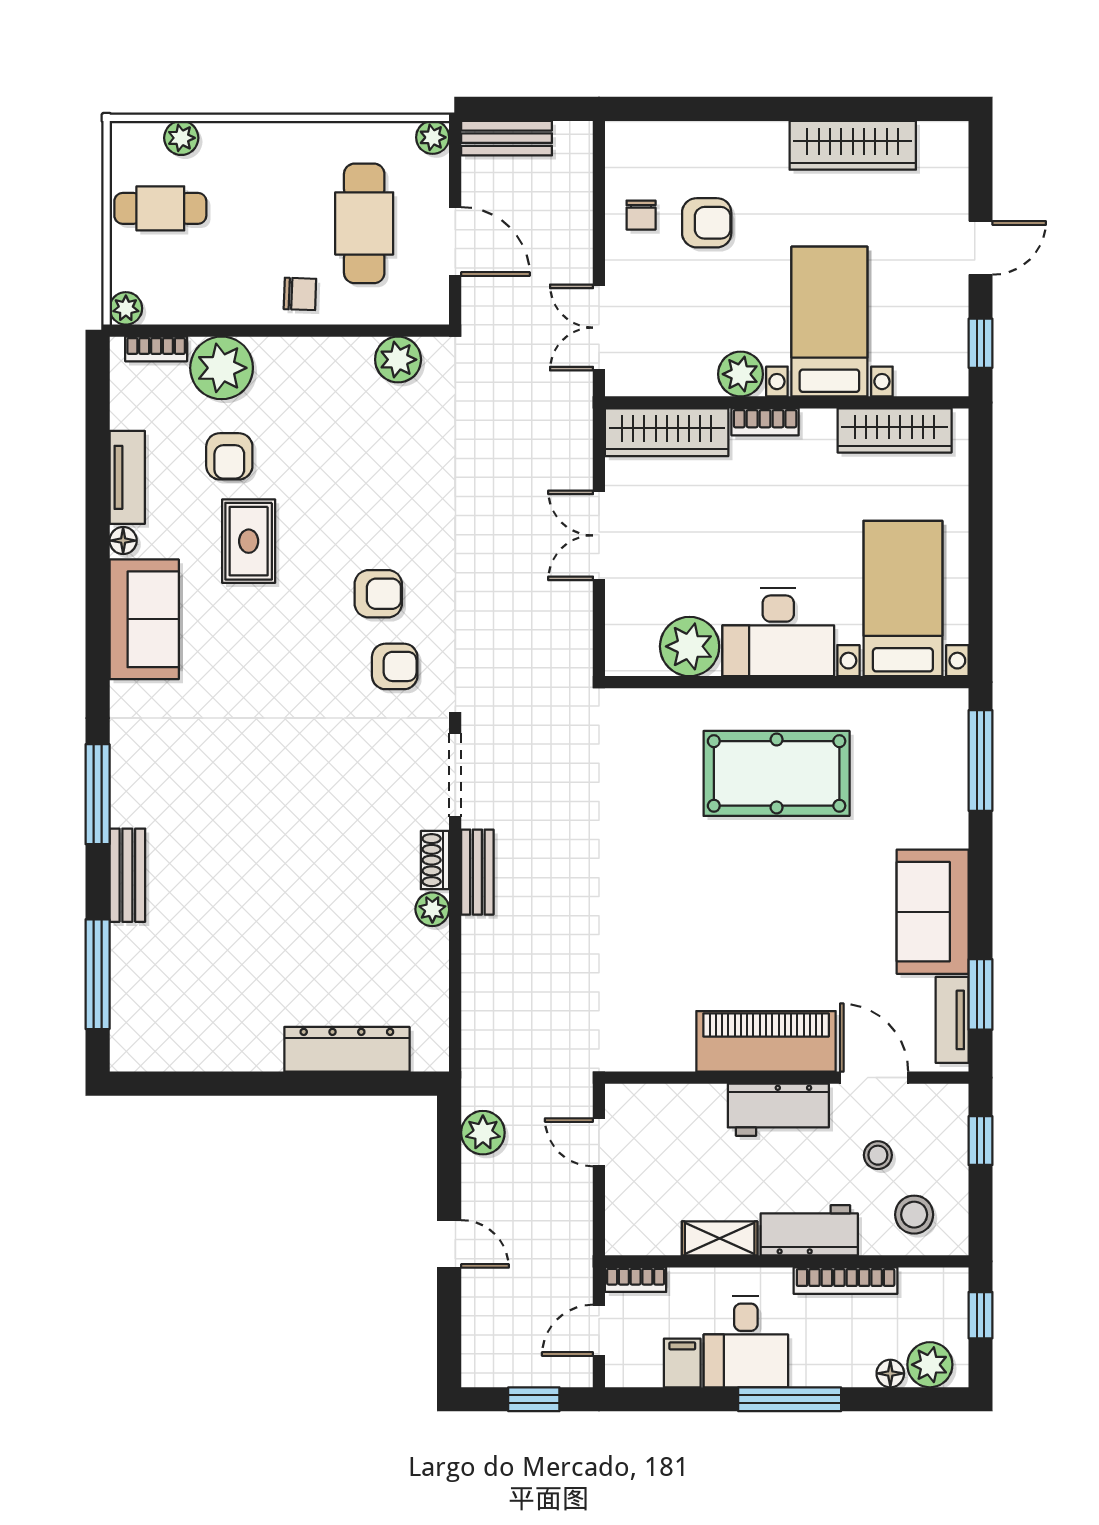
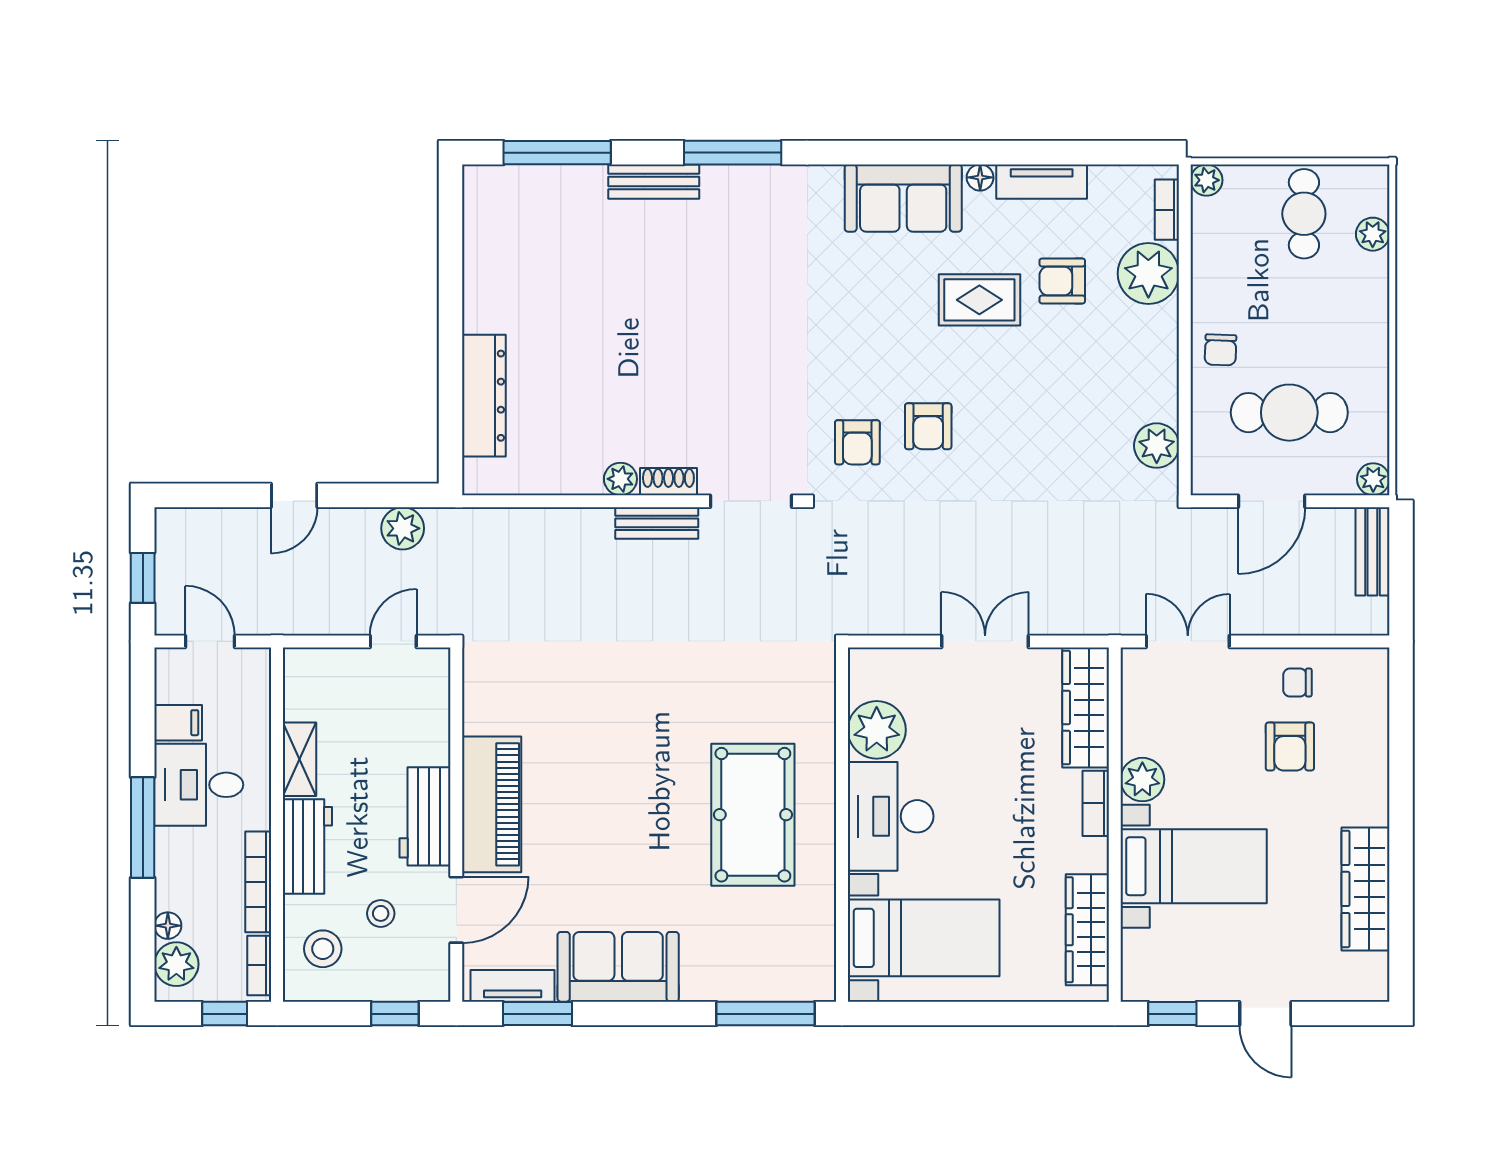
bookcase: (636, 1280) -> (259, 965), moved

